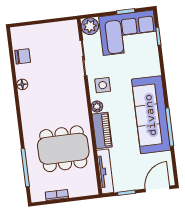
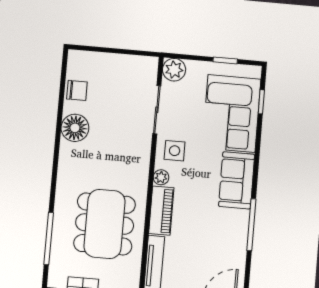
corner sofa: (128, 33) -> (232, 113), moved, turned 90
floor lamp: (22, 84) -> (75, 128), width x1.89, depth x1.89
sofa: (151, 115) -> (237, 180), width x0.54, depth x0.79
dining table: (63, 149) -> (105, 224), turned 90

